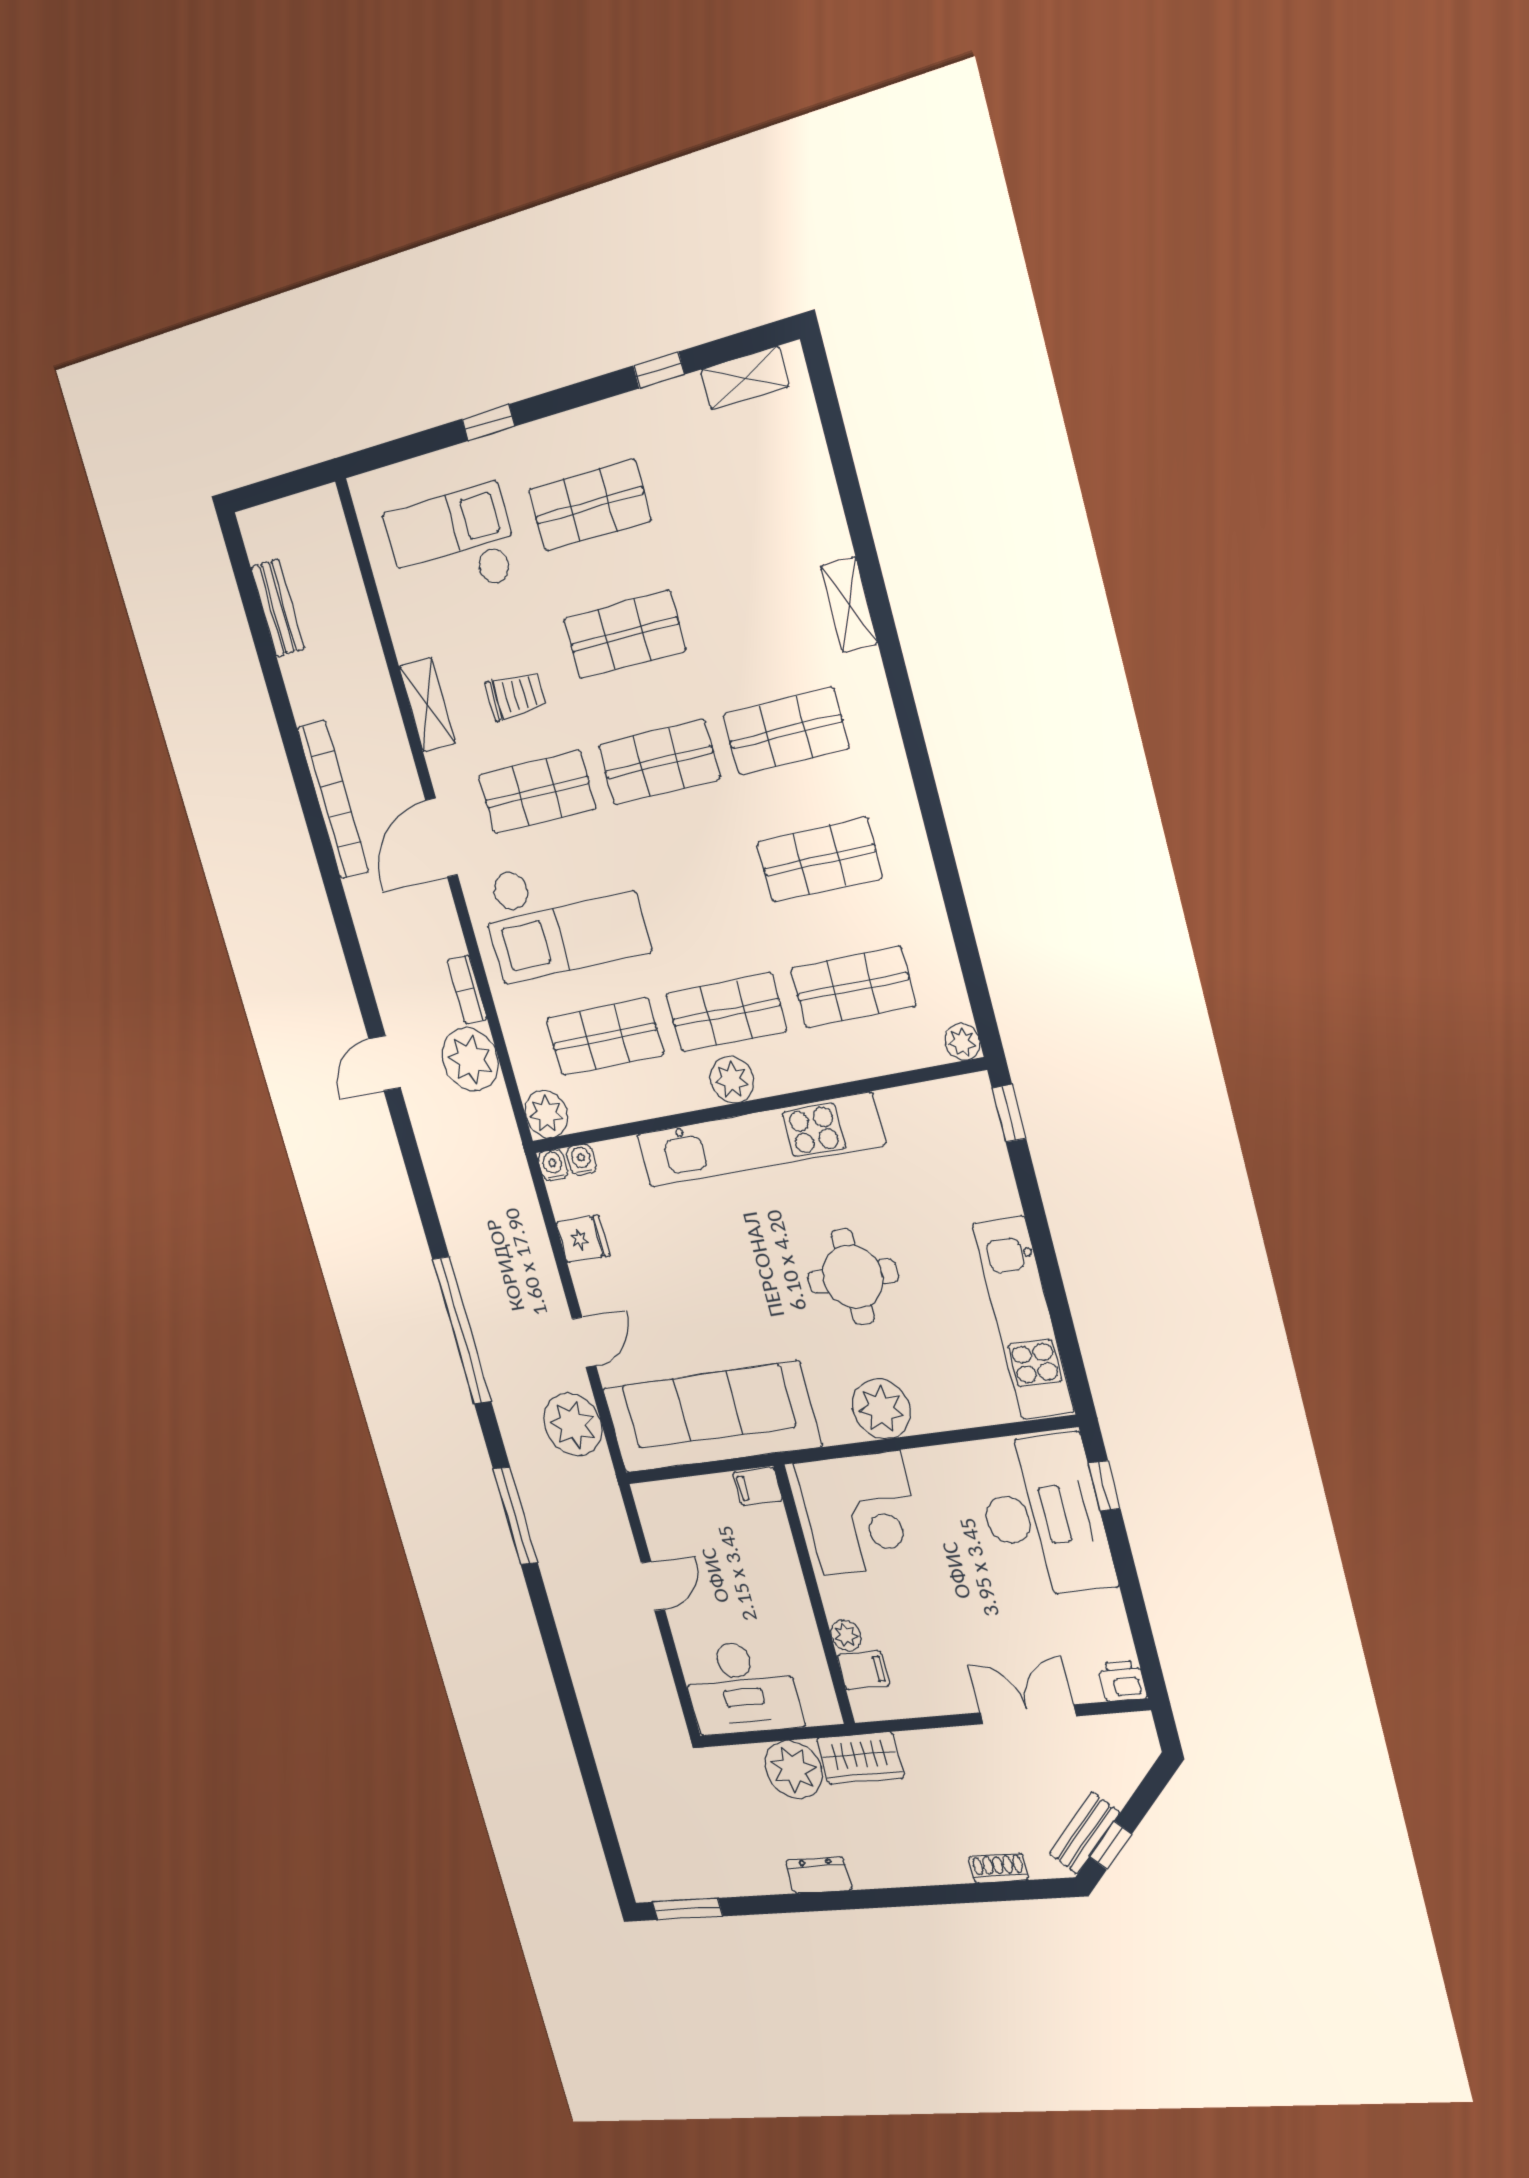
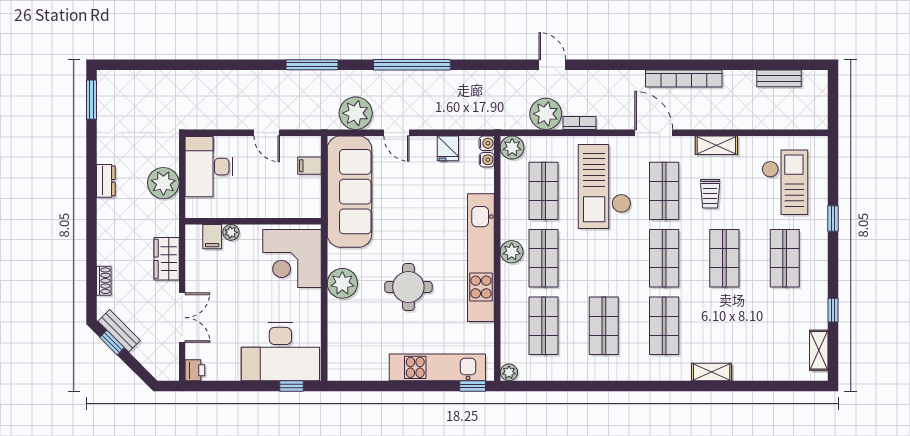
kitchen unit: (1023, 1318) -> (437, 367), moved
filing cabinet: (758, 1486) -> (309, 166), moved, turned -90
wardrobe: (860, 1758) -> (167, 259), moved

